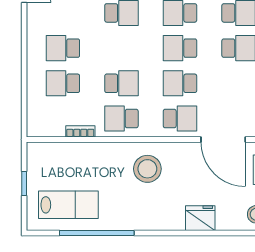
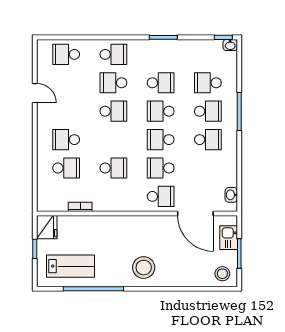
school desk: (63, 83) -> (66, 168), turned 180
school desk: (121, 119) -> (113, 196), removed
stool: (147, 169) -> (144, 268), moved
fridge: (200, 218) -> (47, 227), moved, turned 90

